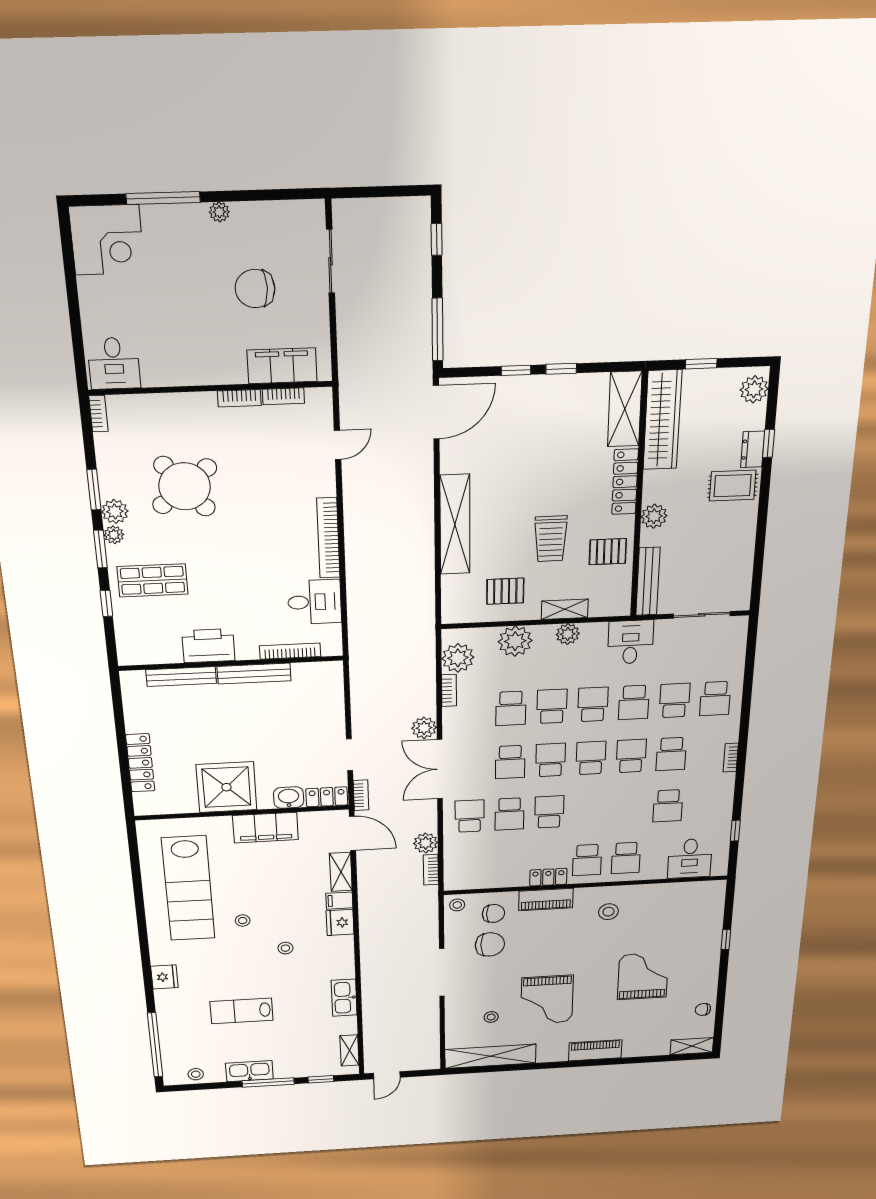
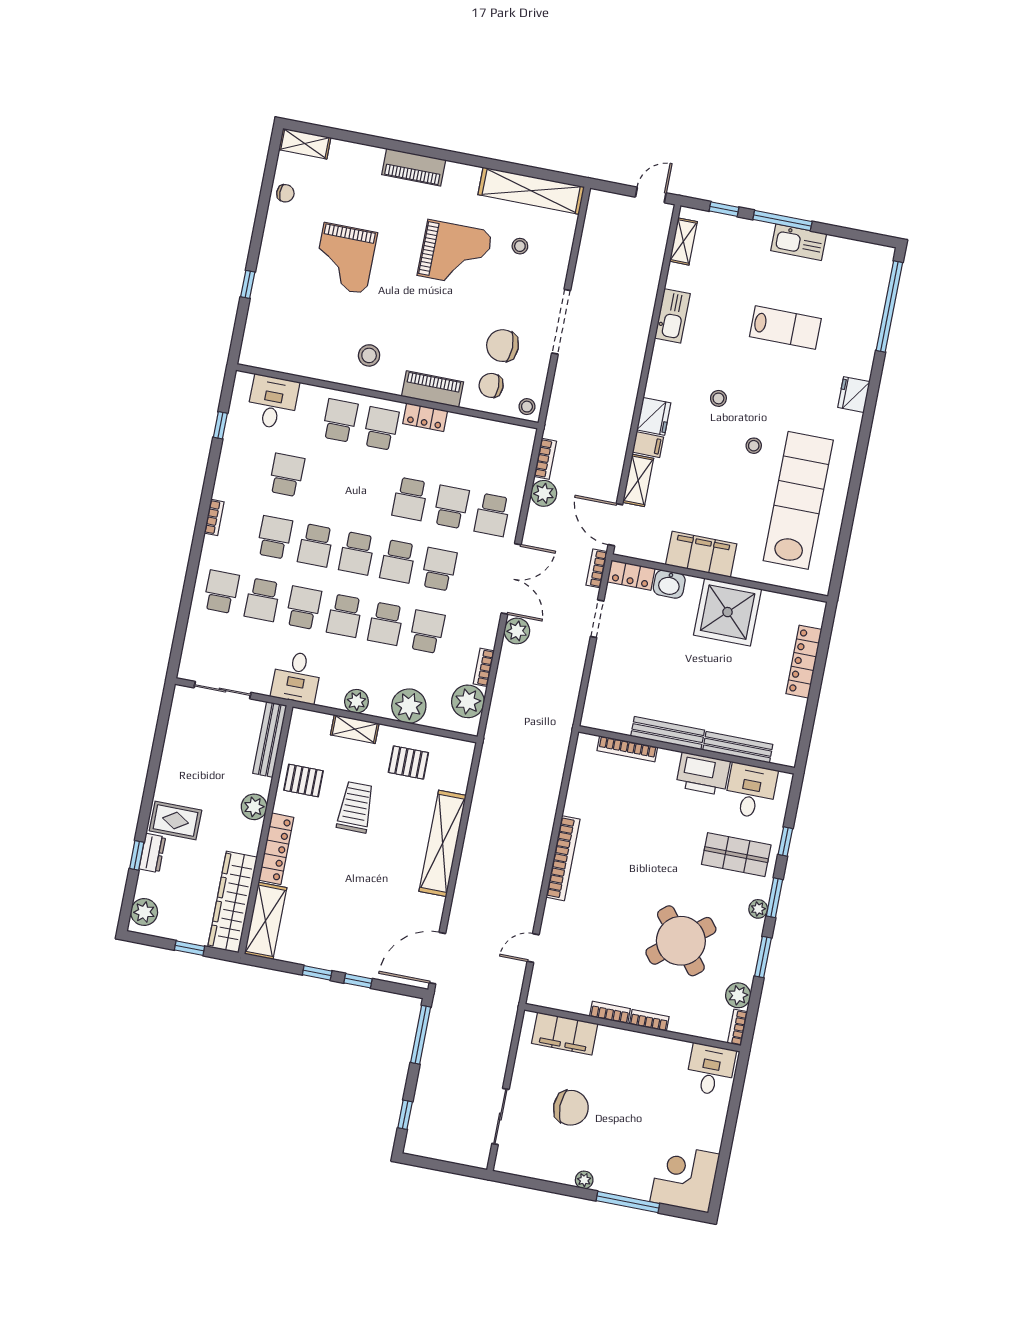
bookcase: (283, 396) -> (649, 1020), moved
plant: (115, 511) -> (738, 995), moved
desk: (314, 602) -> (751, 791), moved, turned 90
grand piano: (547, 1000) -> (455, 254), turned 90
stool: (196, 1074) -> (857, 254), removed

